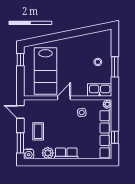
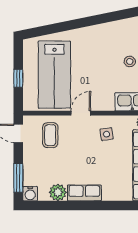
window: (20, 60) -> (18, 78), moved
coffee table: (38, 131) -> (50, 135), moved

